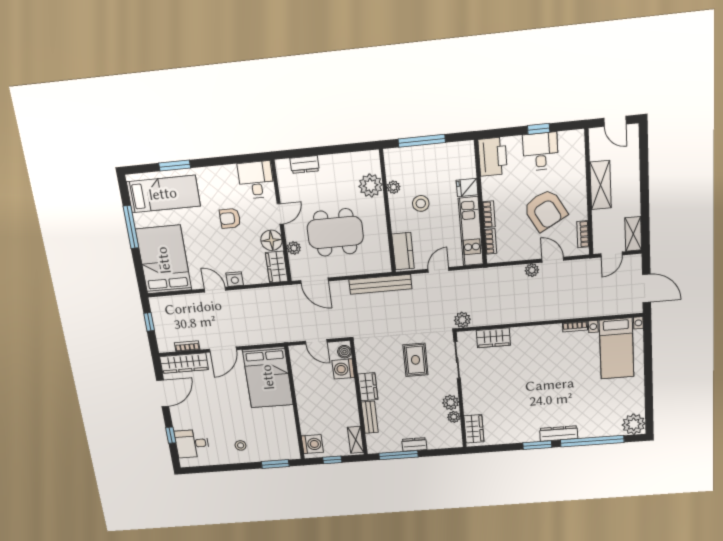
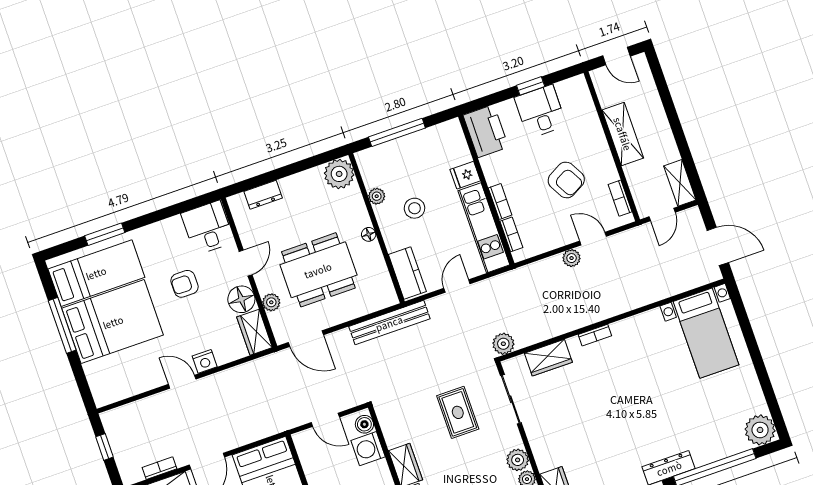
plant: (371, 185) -> (339, 174), moved
armchair: (545, 210) -> (566, 180), width x0.73, depth x0.73
floor lamp: (380, 215) -> (369, 234), added
bed: (164, 260) -> (113, 322), moved, turned 90
bookcase: (575, 327) -> (595, 335), moved

